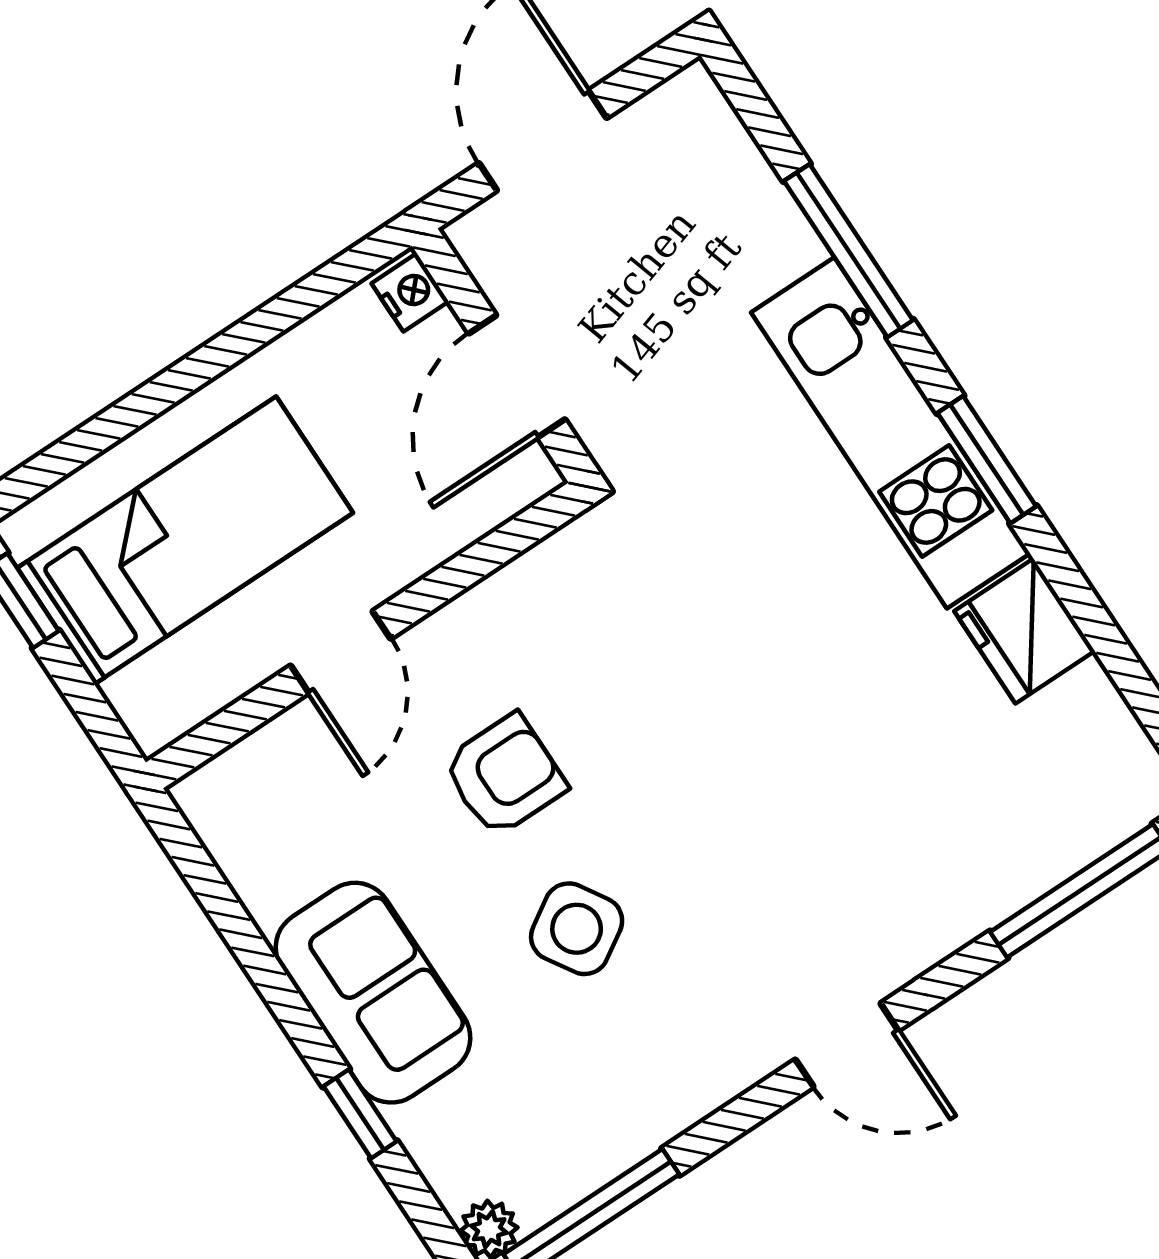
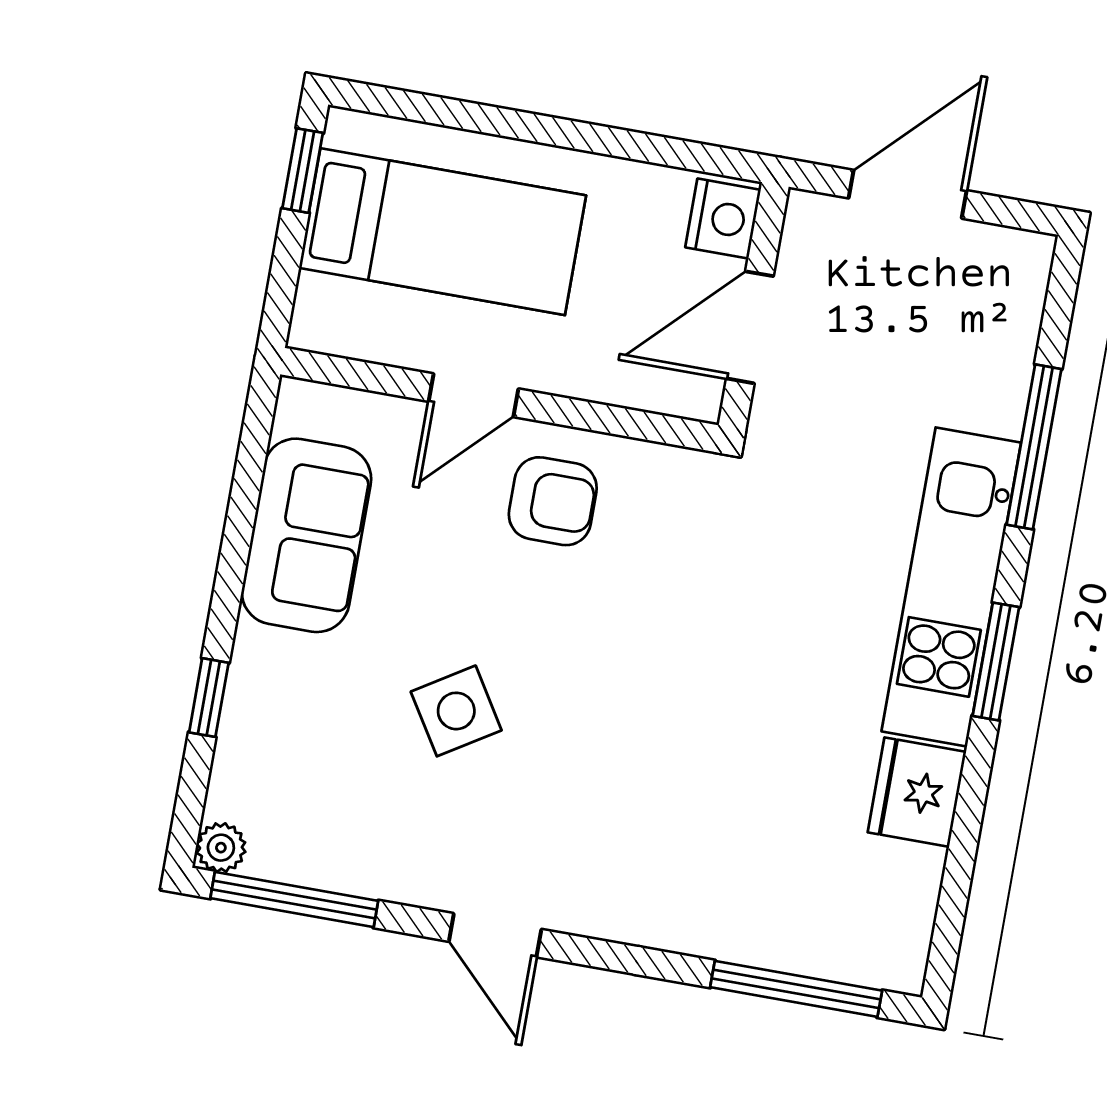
nightstand: (410, 292) -> (723, 219), width x1.39, depth x1.35
armchair: (504, 775) -> (553, 501), moved
sofa: (373, 993) -> (306, 535), moved
door: (847, 1045) -> (495, 935), moved

